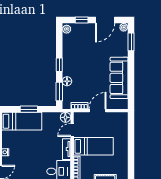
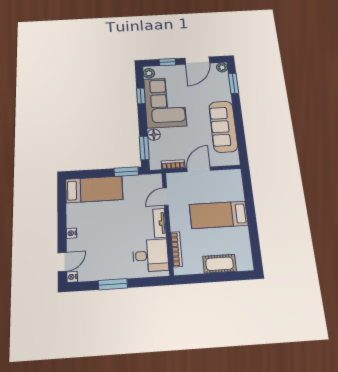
corner sofa: (77, 55) -> (165, 102), added
window: (59, 65) -> (141, 96), moved
window: (29, 109) -> (126, 172), moved
floor lamp: (65, 117) -> (155, 180), removed
bed: (93, 146) -> (219, 215), moved, turned 180

